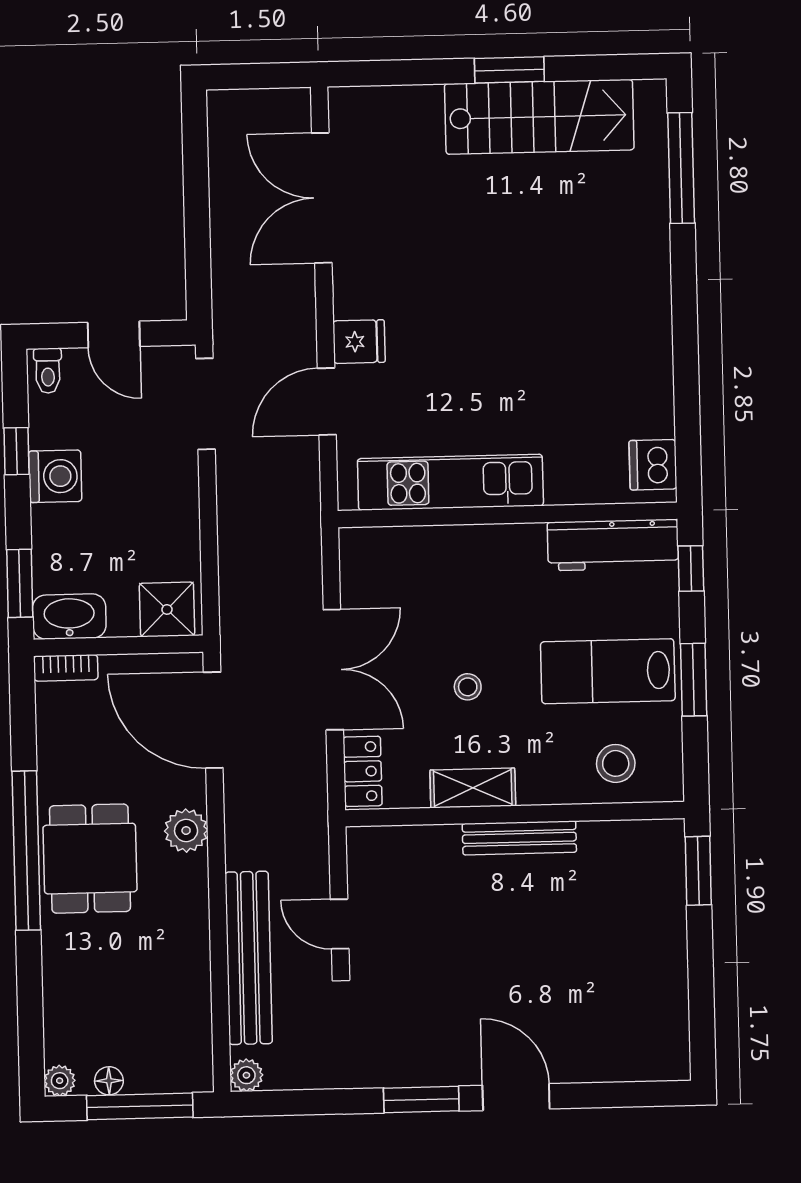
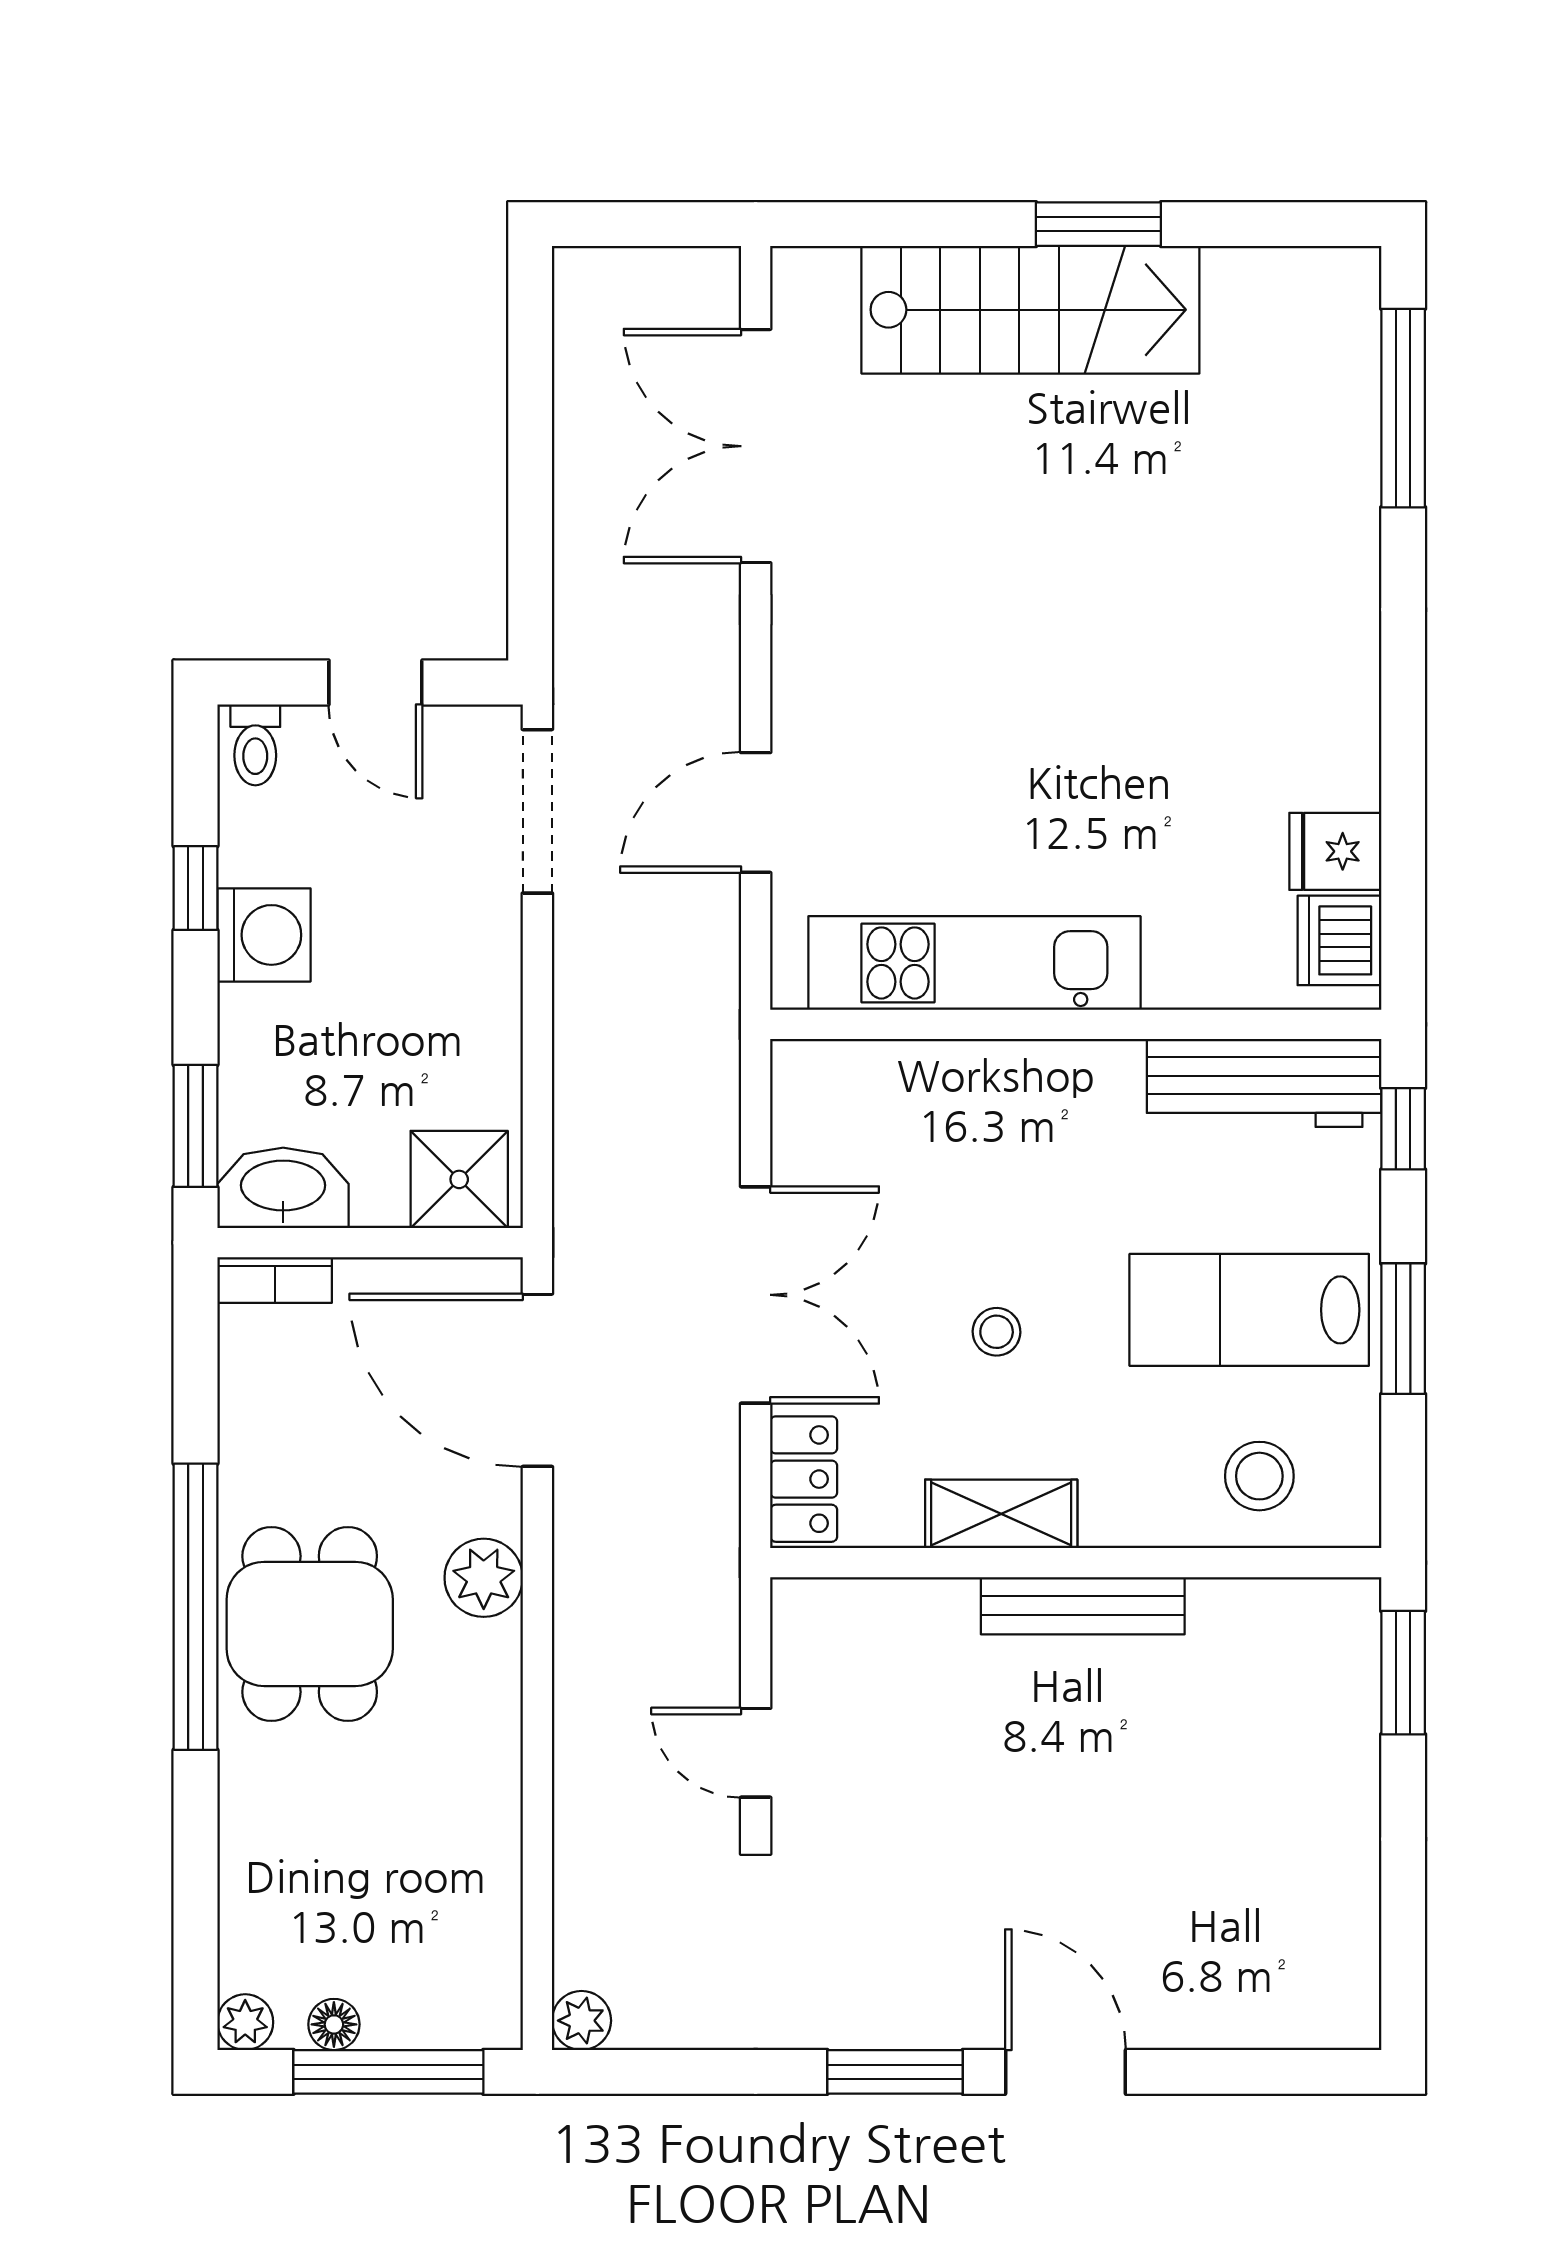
stairs: (539, 117) -> (1030, 310), moved
fridge: (359, 342) -> (1335, 851), moved, turned 180
bench: (249, 958) -> (591, 1810), removed

